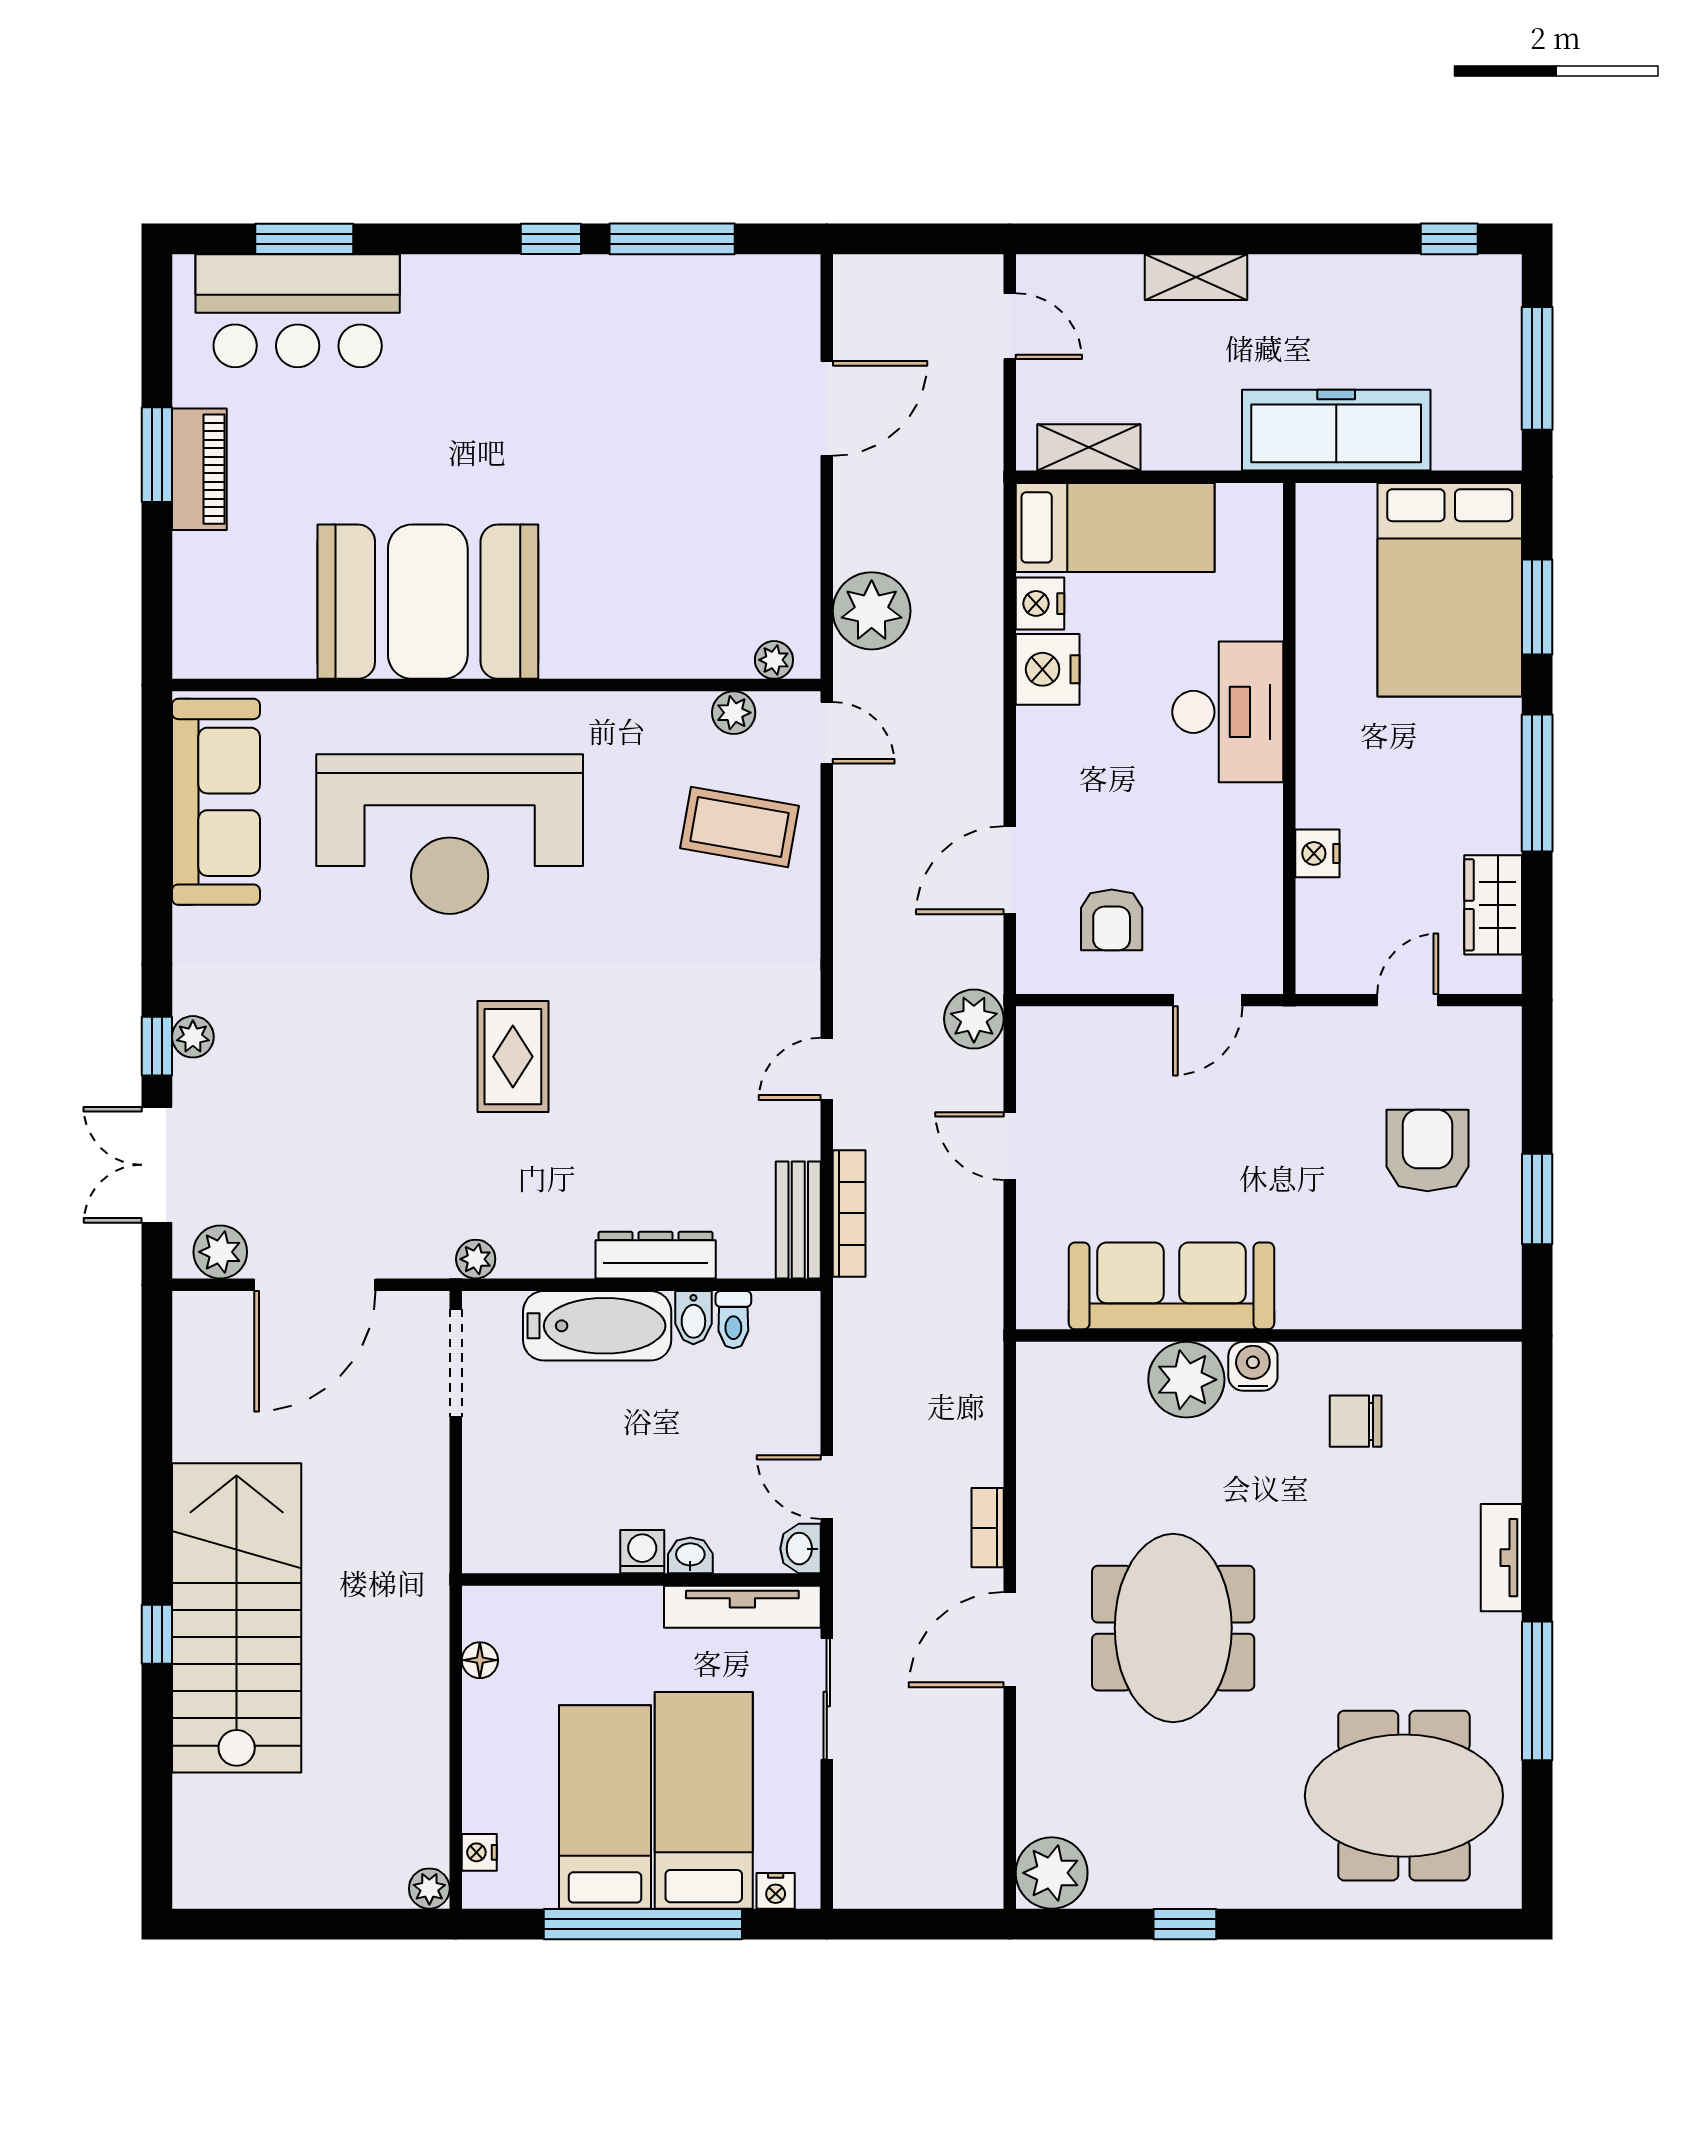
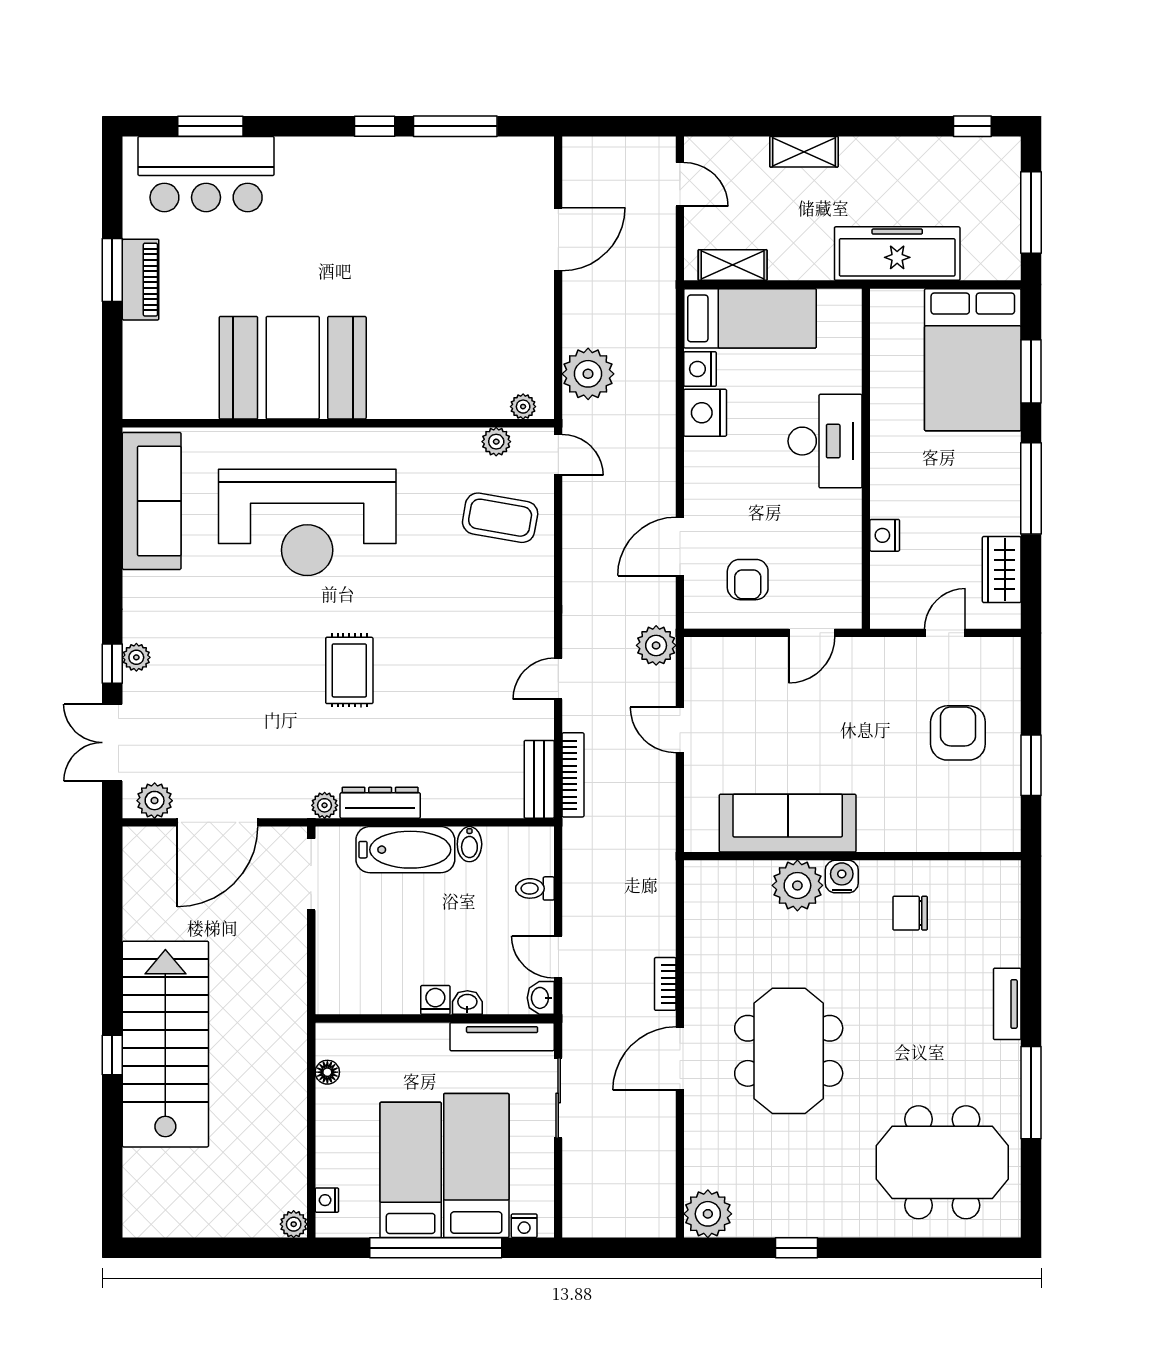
dresser: (656, 1255) -> (380, 803), moved
toilet: (733, 1320) -> (535, 888), moved, turned 90

